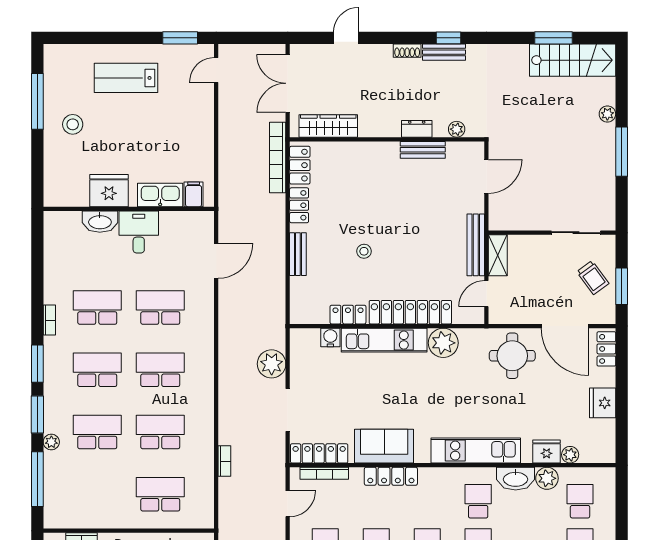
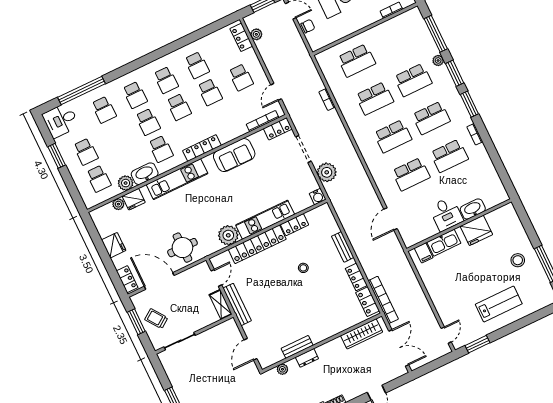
water cooler: (330, 337) -> (318, 196), moved
locker: (319, 453) -> (278, 129), width x0.66
locker: (391, 476) -> (202, 148), moved

